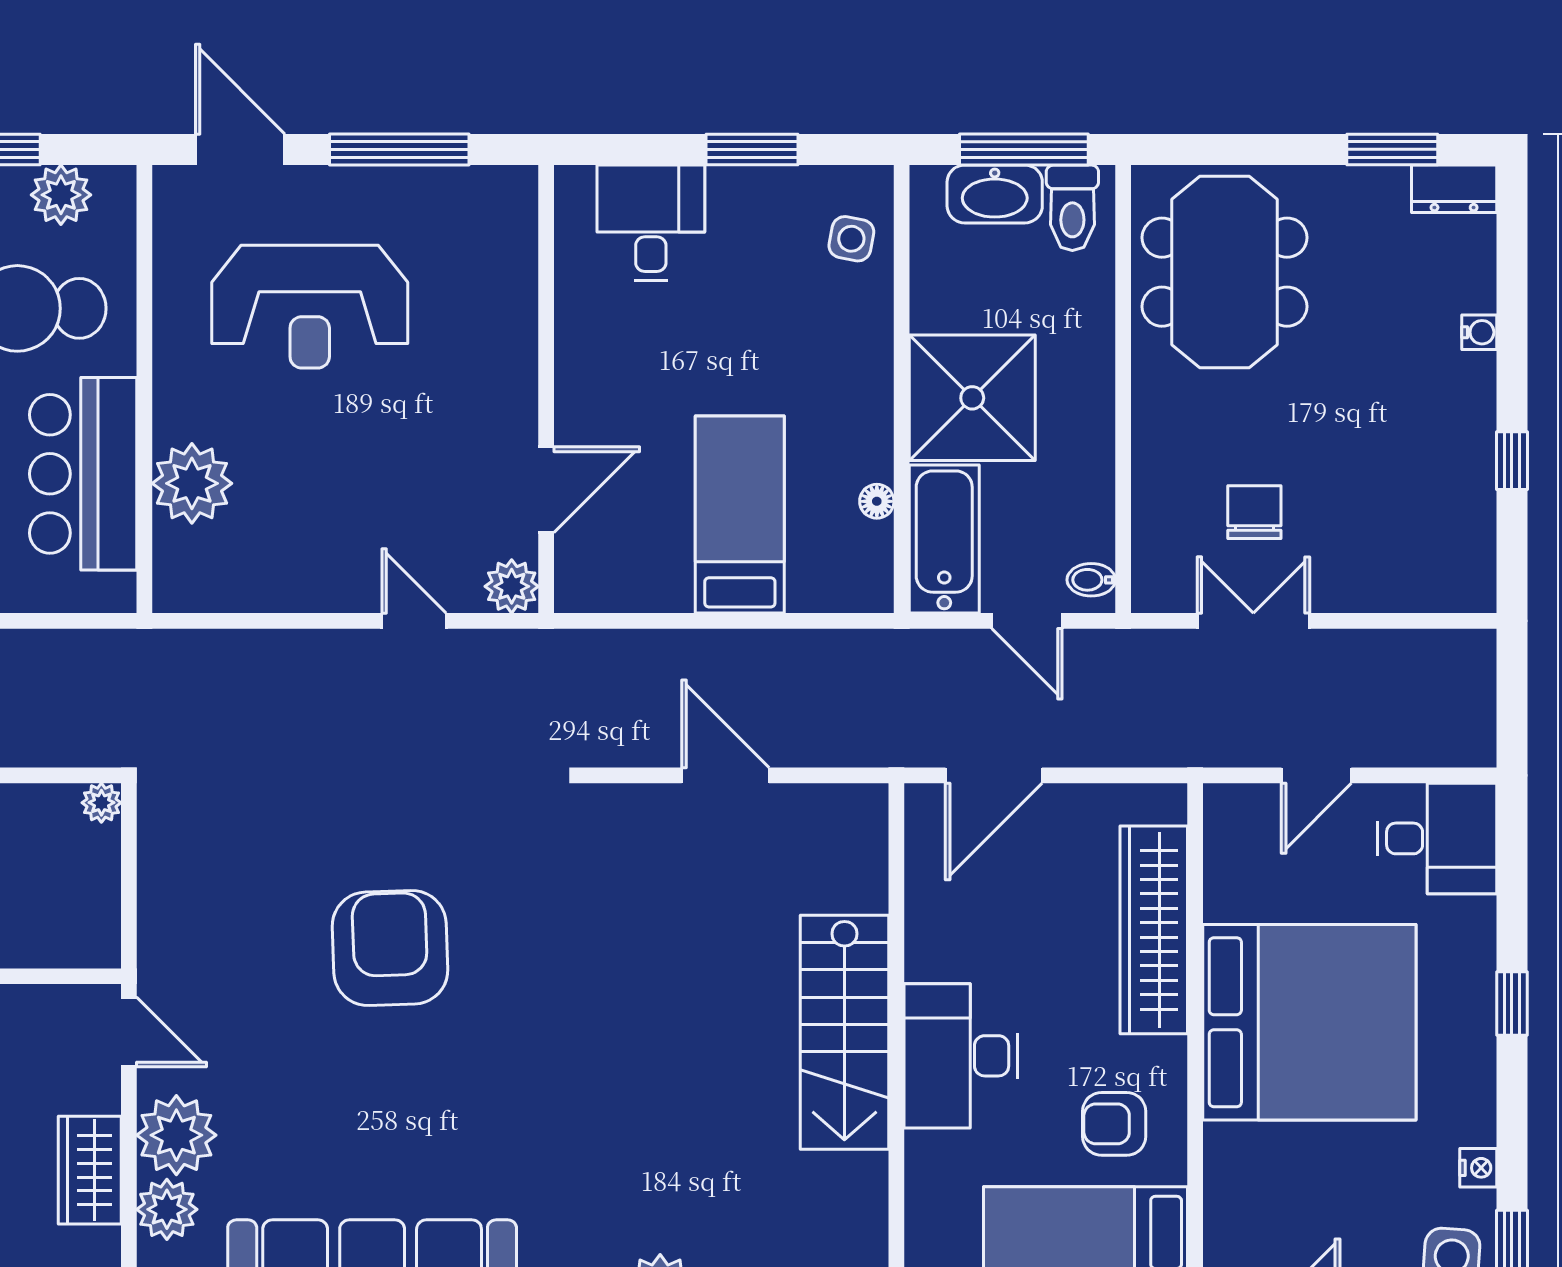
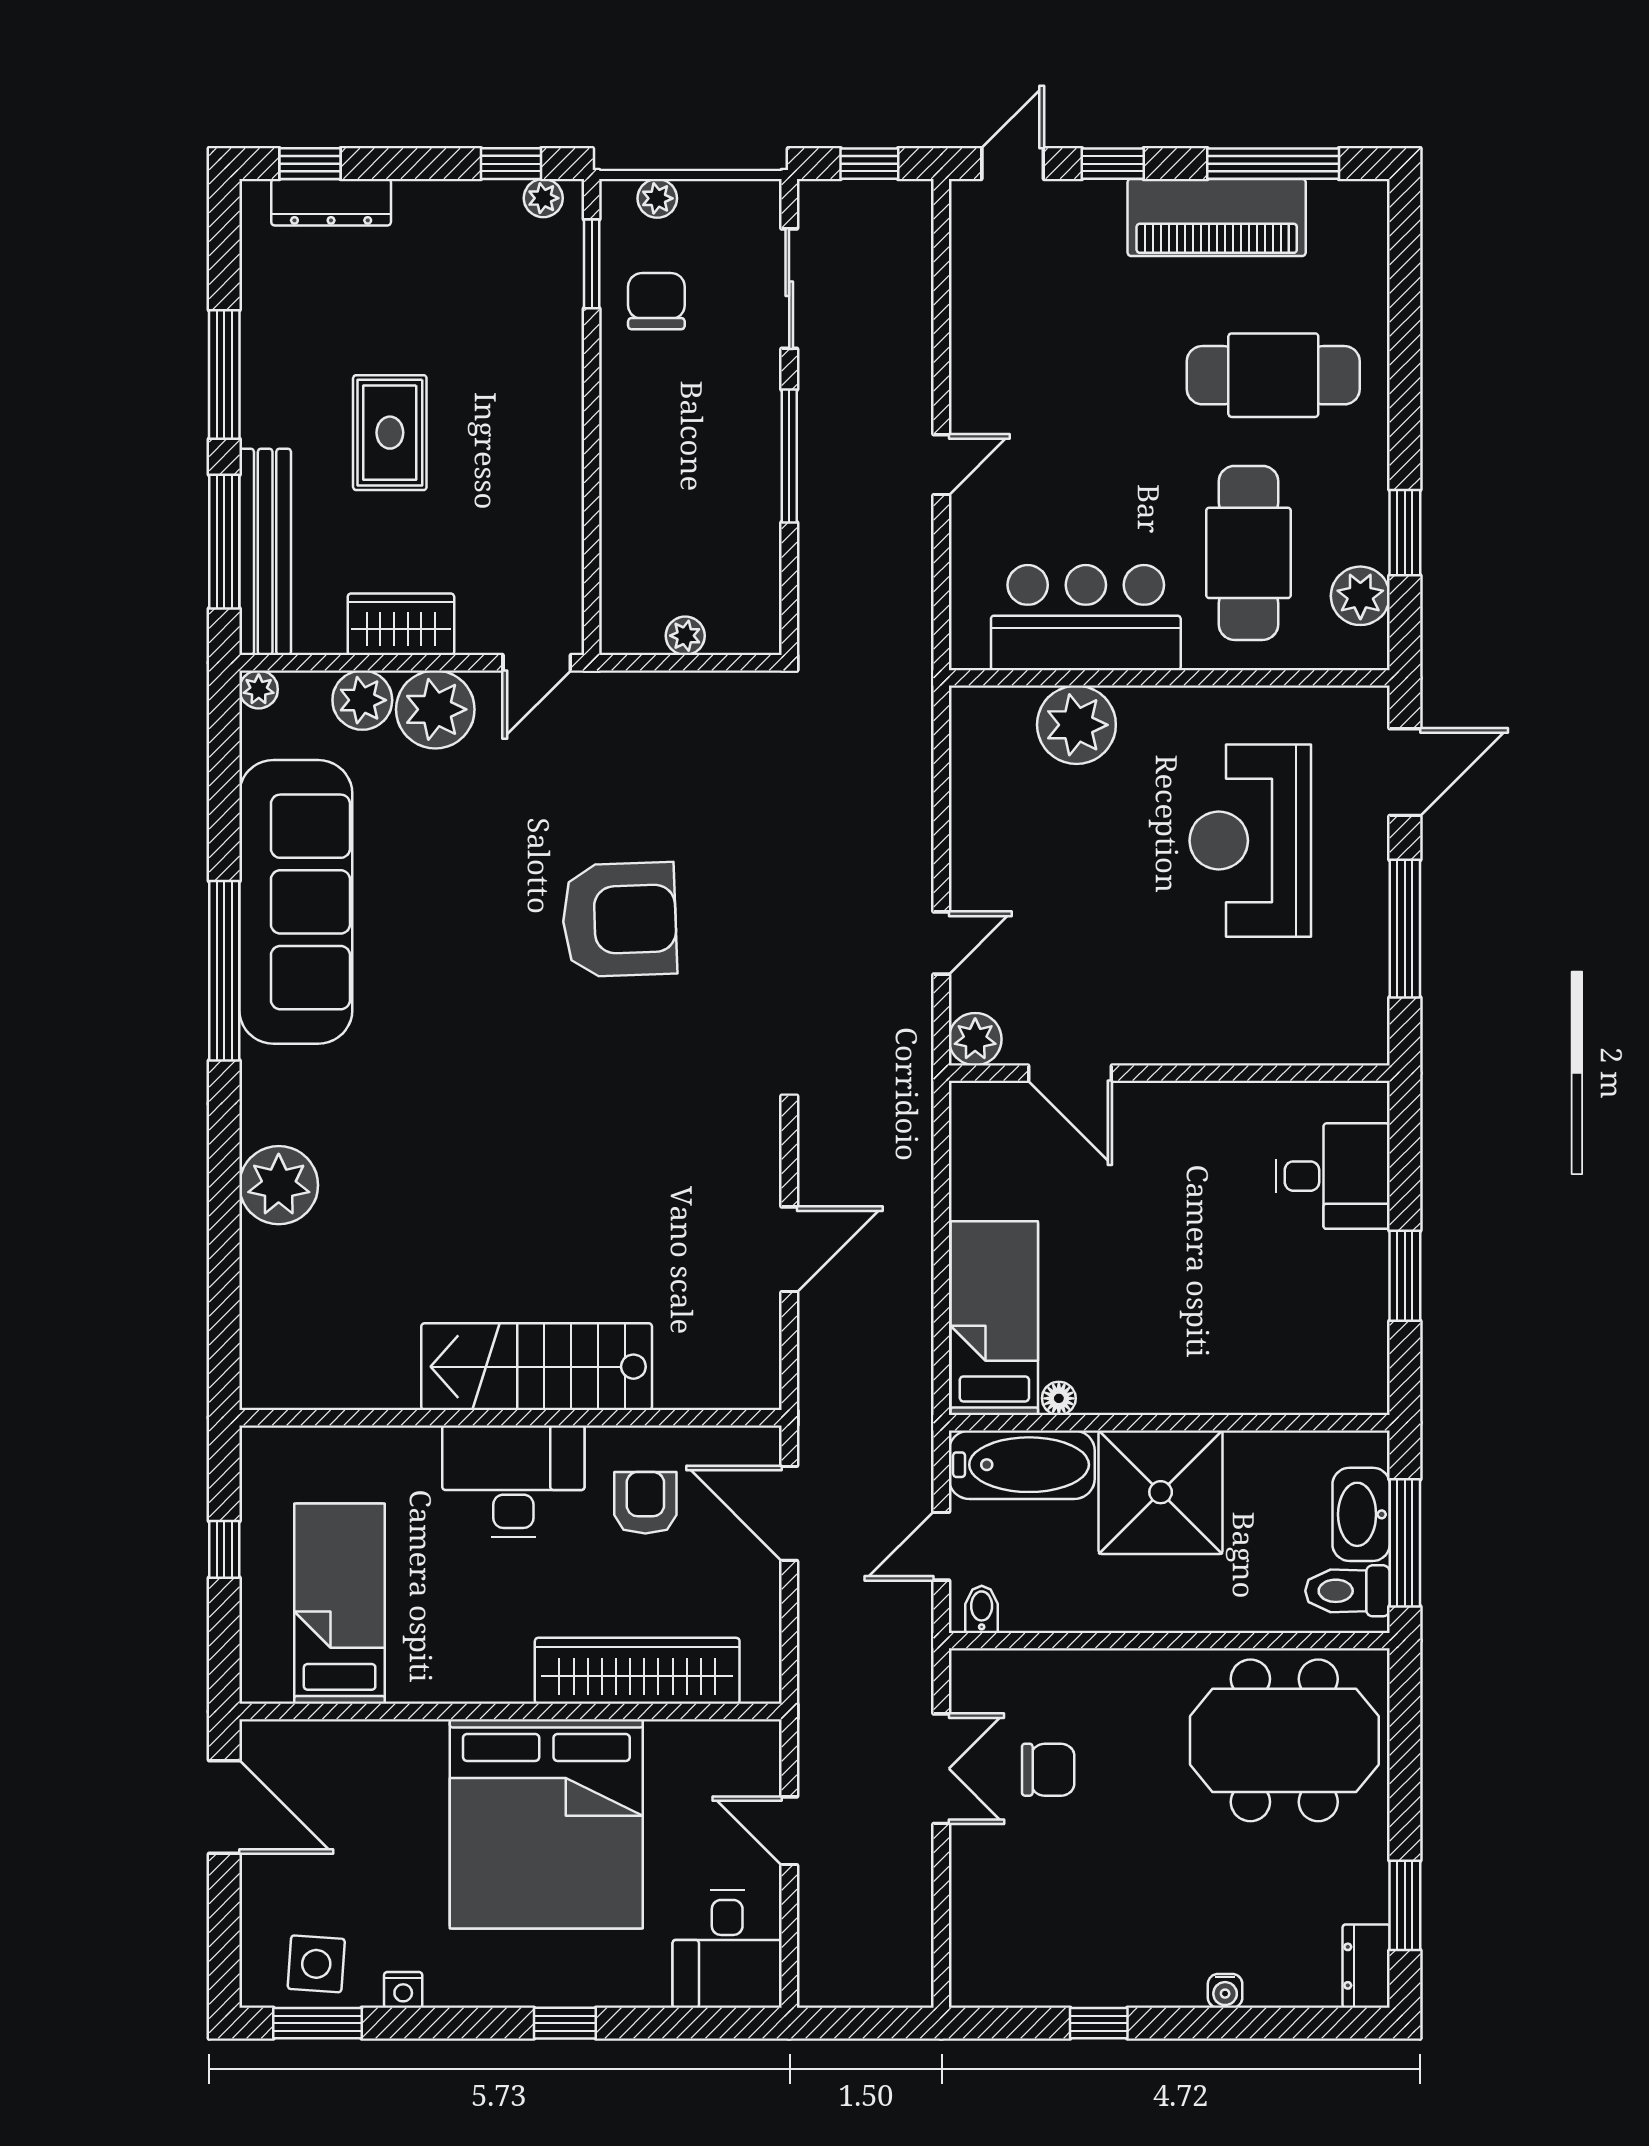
side table: (851, 239) -> (1317, 1373), removed
bed: (740, 514) -> (994, 1318), moved, turned -90
plant: (101, 803) -> (685, 636), moved
armchair: (1114, 1124) -> (645, 1503), moved

